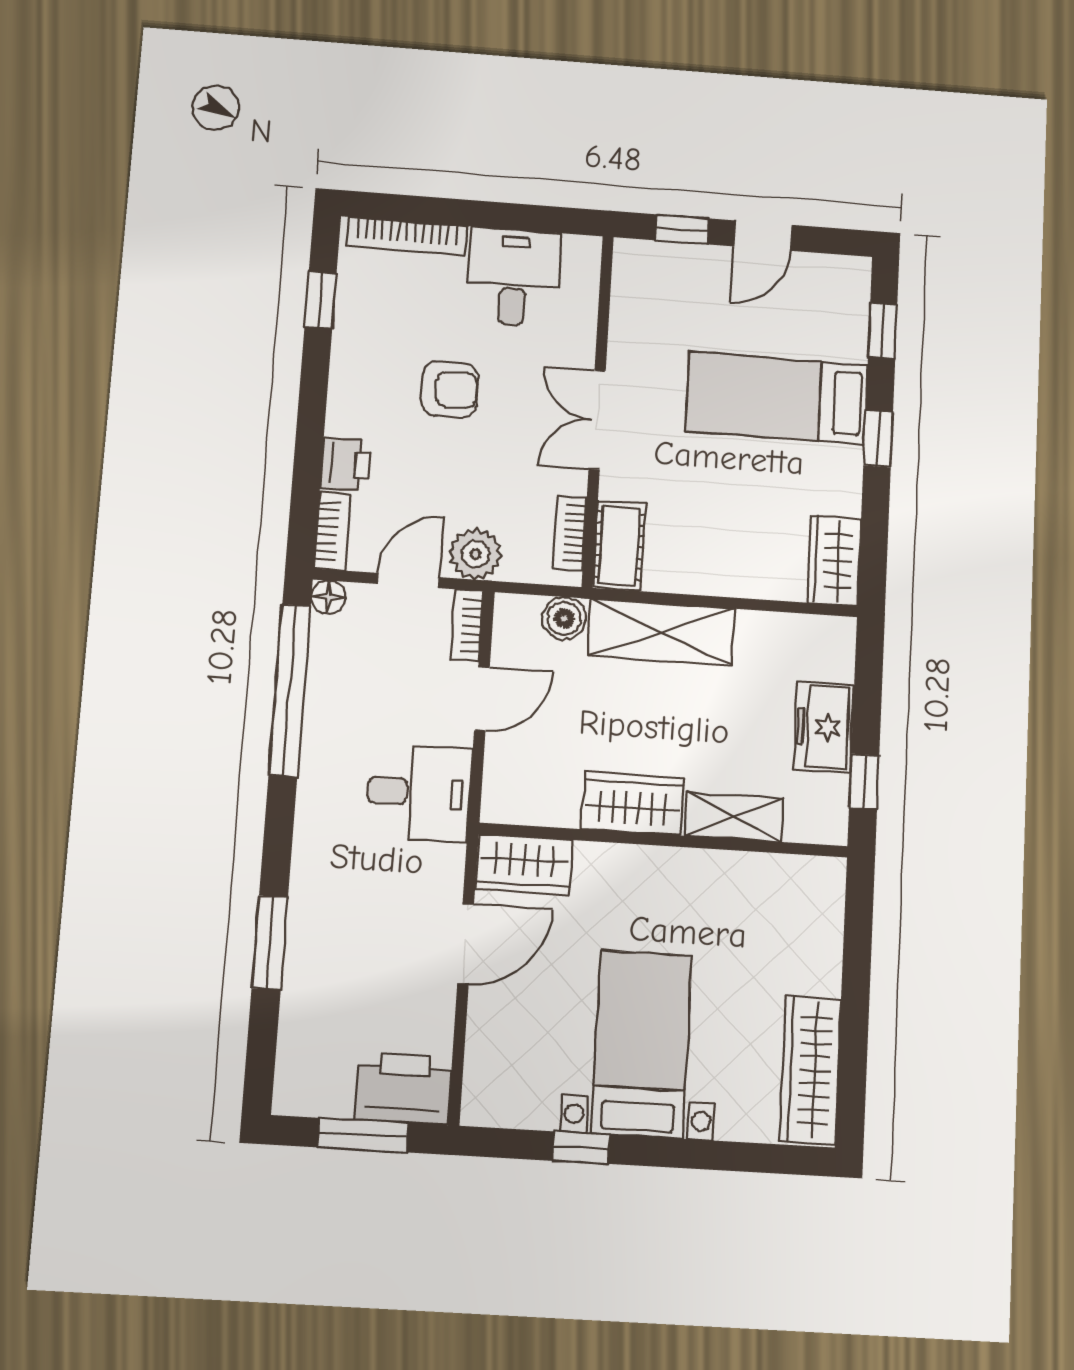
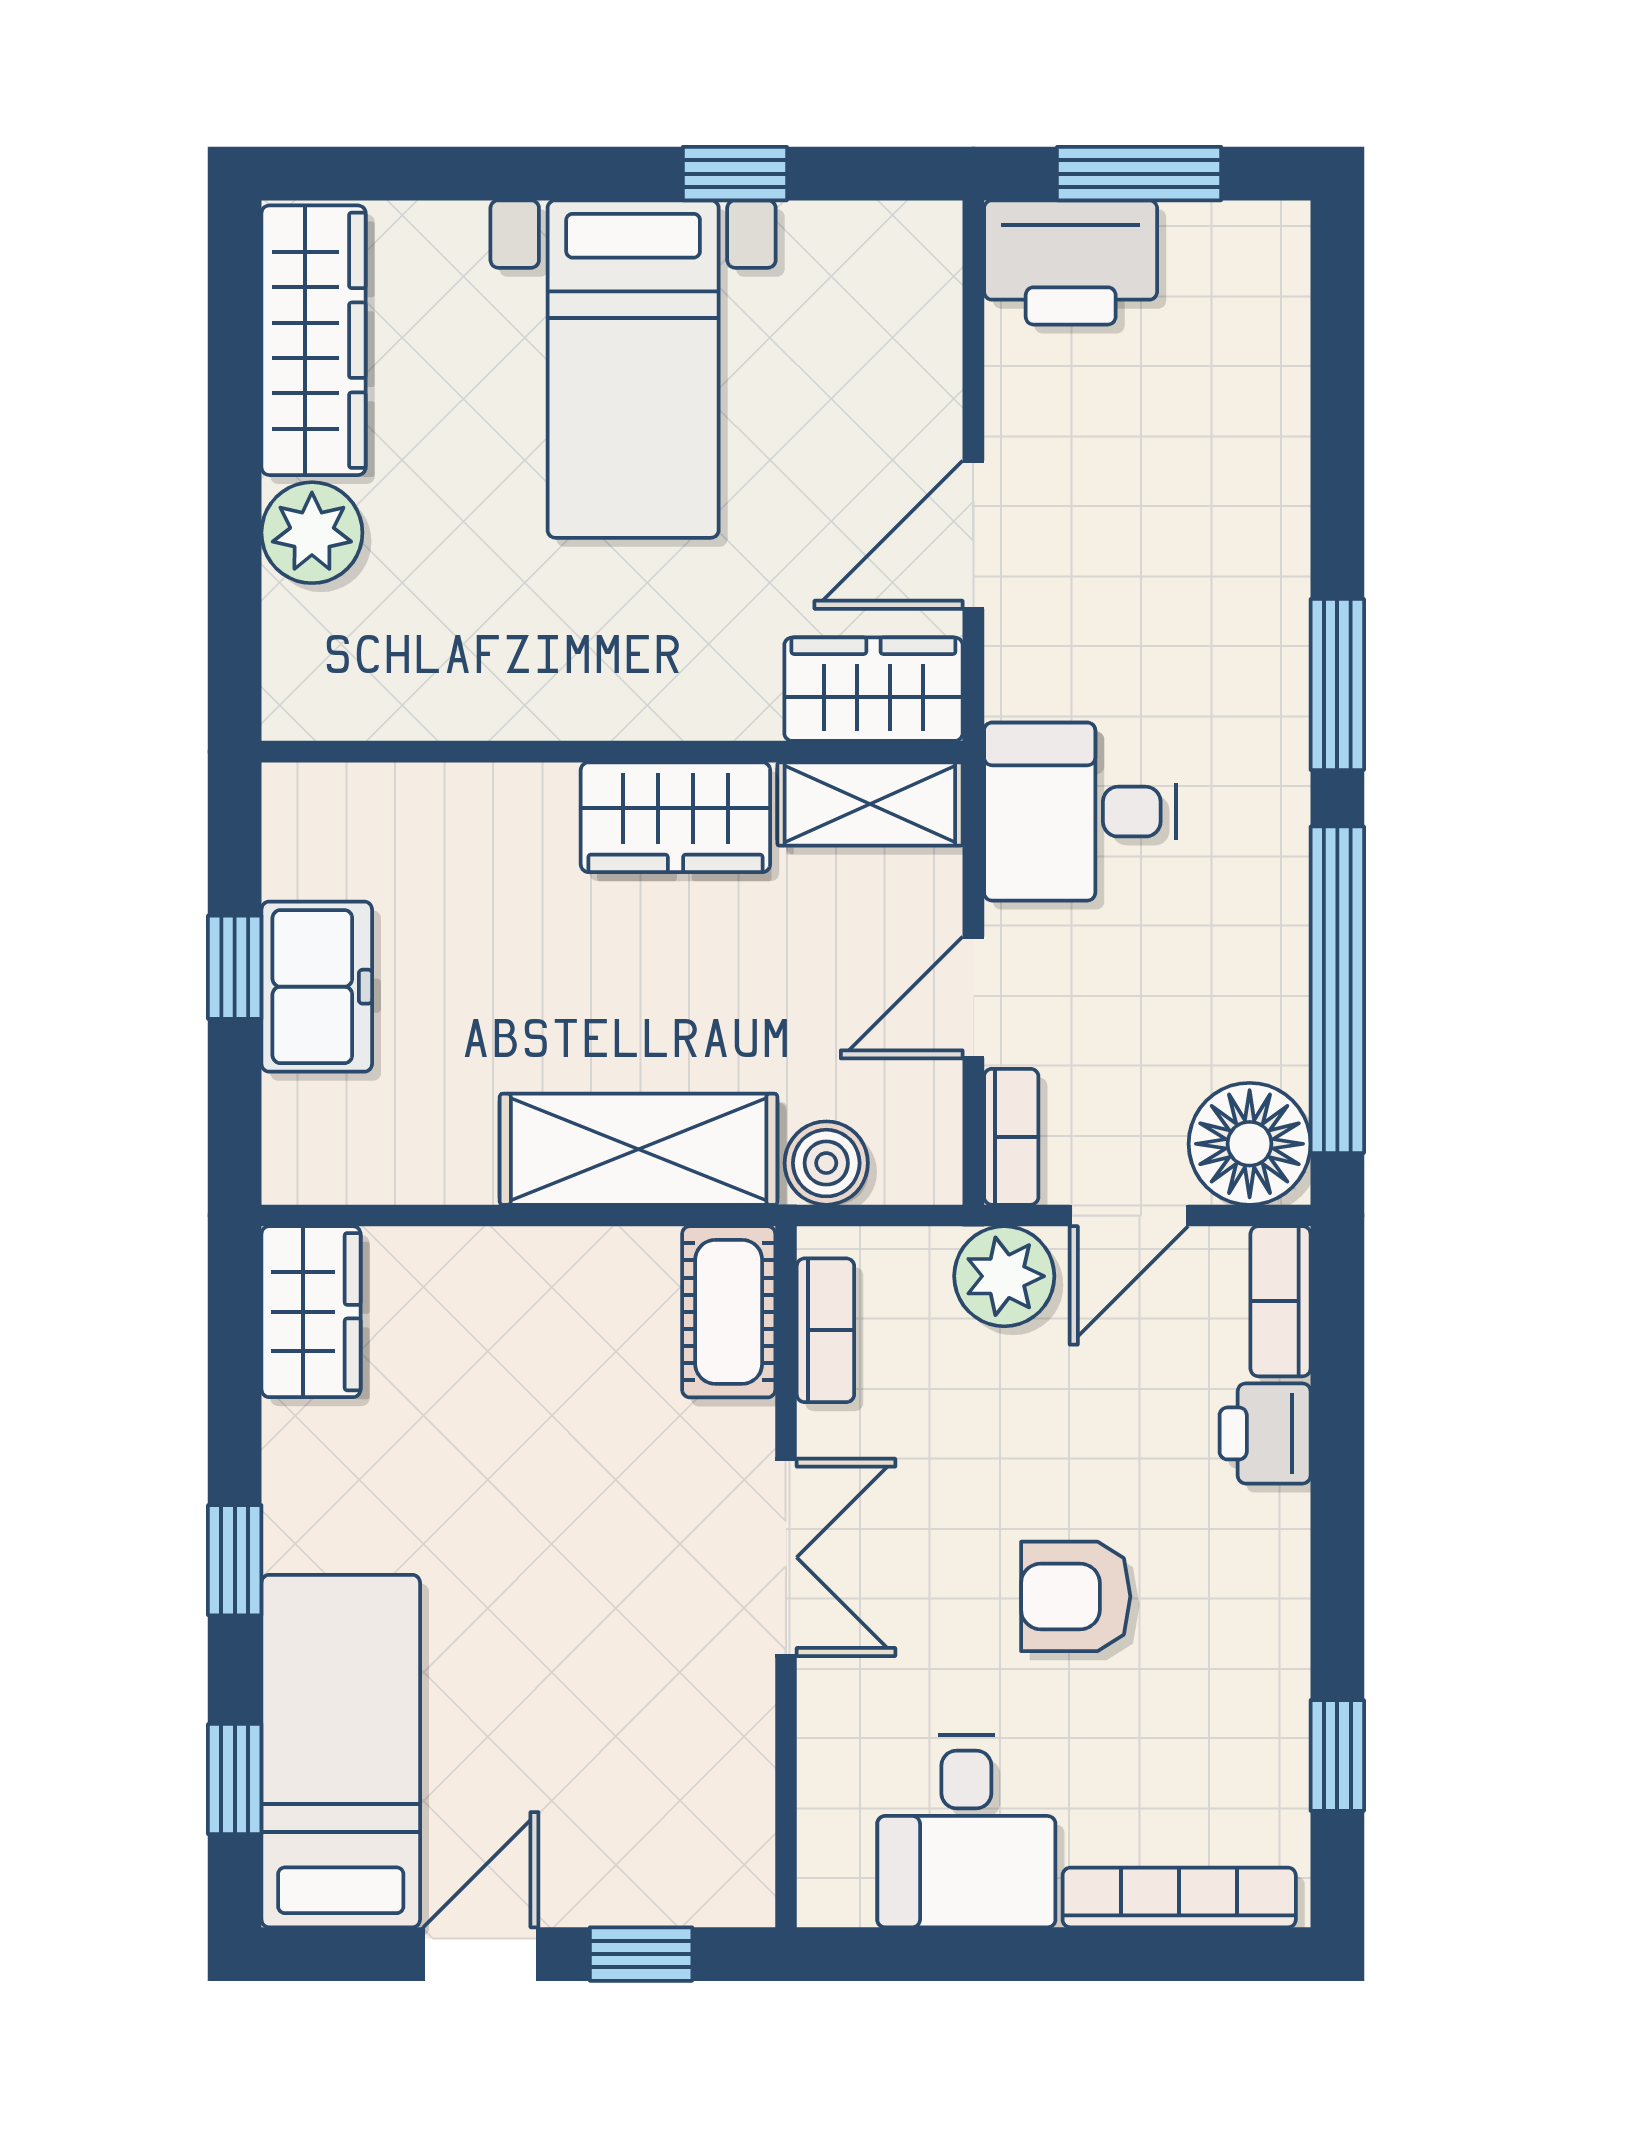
bed: (777, 398) -> (341, 1751), moved, turned -90
floor lamp: (328, 597) -> (1250, 1144), width x1.89, depth x1.89
window: (864, 781) -> (235, 967), moved
shelving: (734, 817) -> (870, 804), moved
window: (270, 943) -> (1337, 684), moved
plant: (816, 966) -> (312, 533), added

